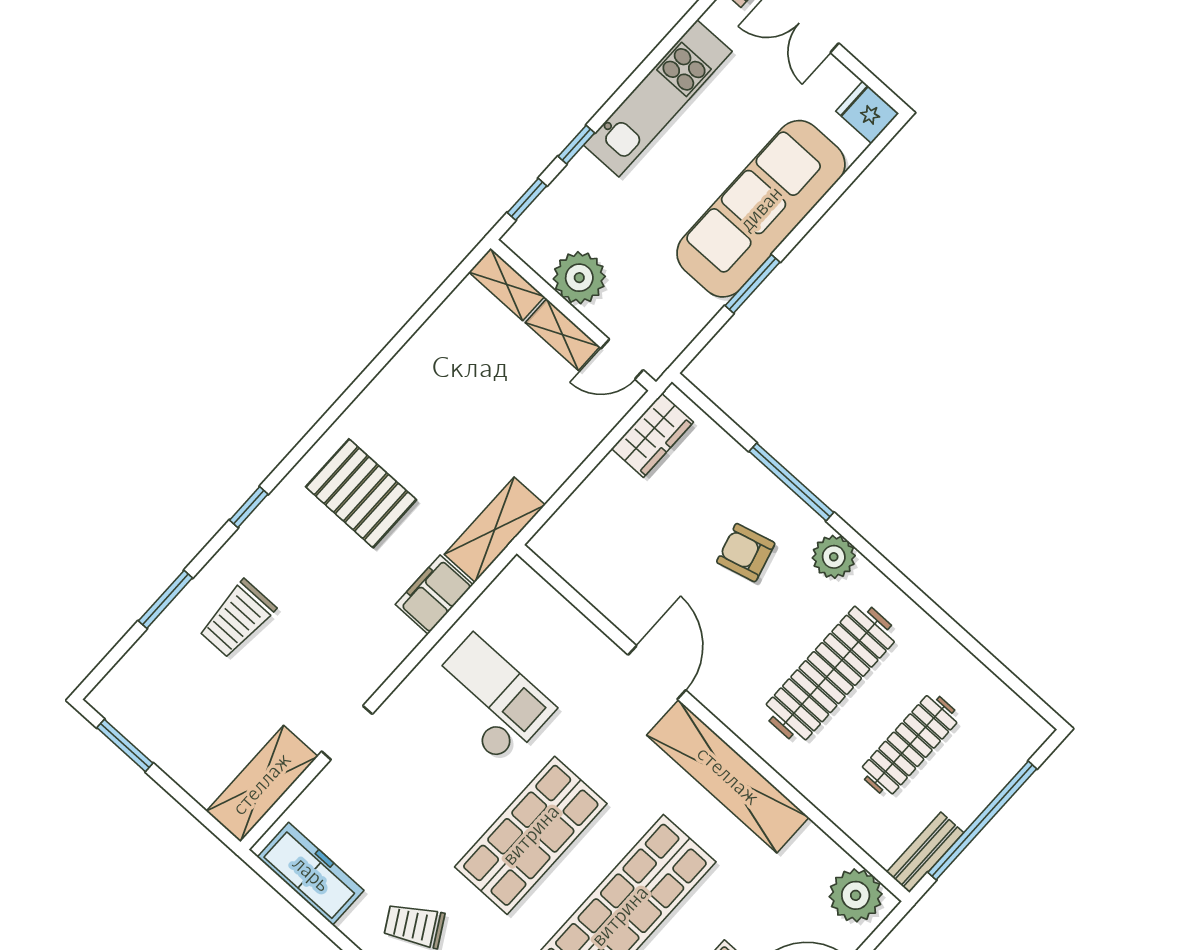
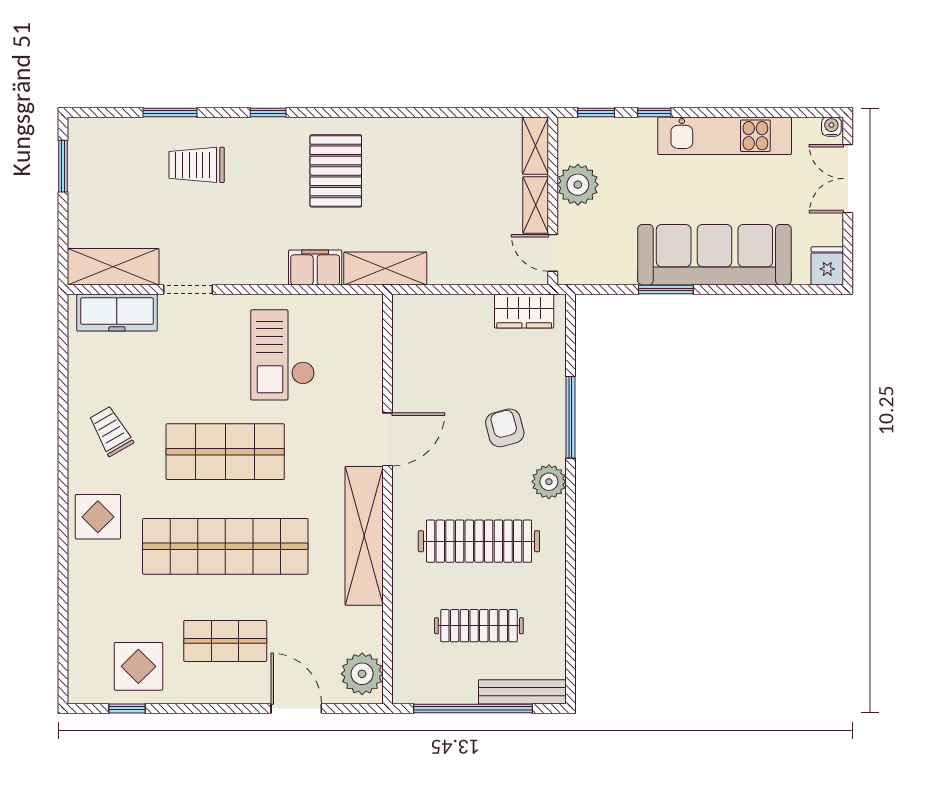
checkout: (489, 699) -> (283, 355), turned 180
bench: (925, 852) -> (522, 692), moved, width x1.36
freezer: (311, 874) -> (117, 313), moved, turned 90

